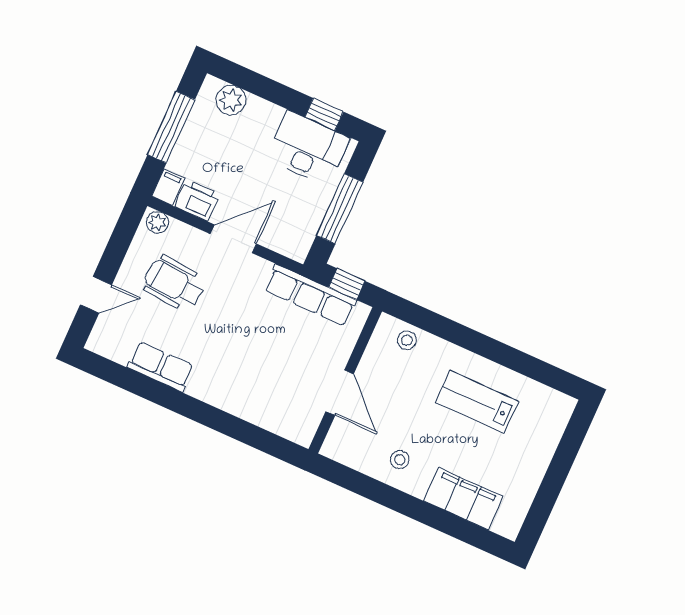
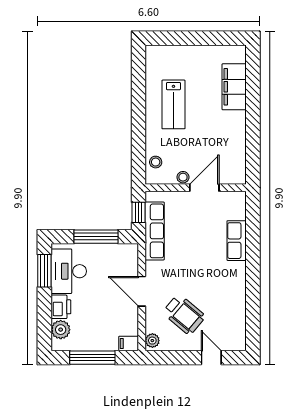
window: (324, 114) -> (44, 271), width x1.50
printer: (197, 200) -> (61, 307), moved, turned 180
wheelchair: (174, 284) -> (184, 314), turned -55
row of seats: (161, 367) -> (237, 241), moved
stool: (400, 460) -> (183, 177), moved

